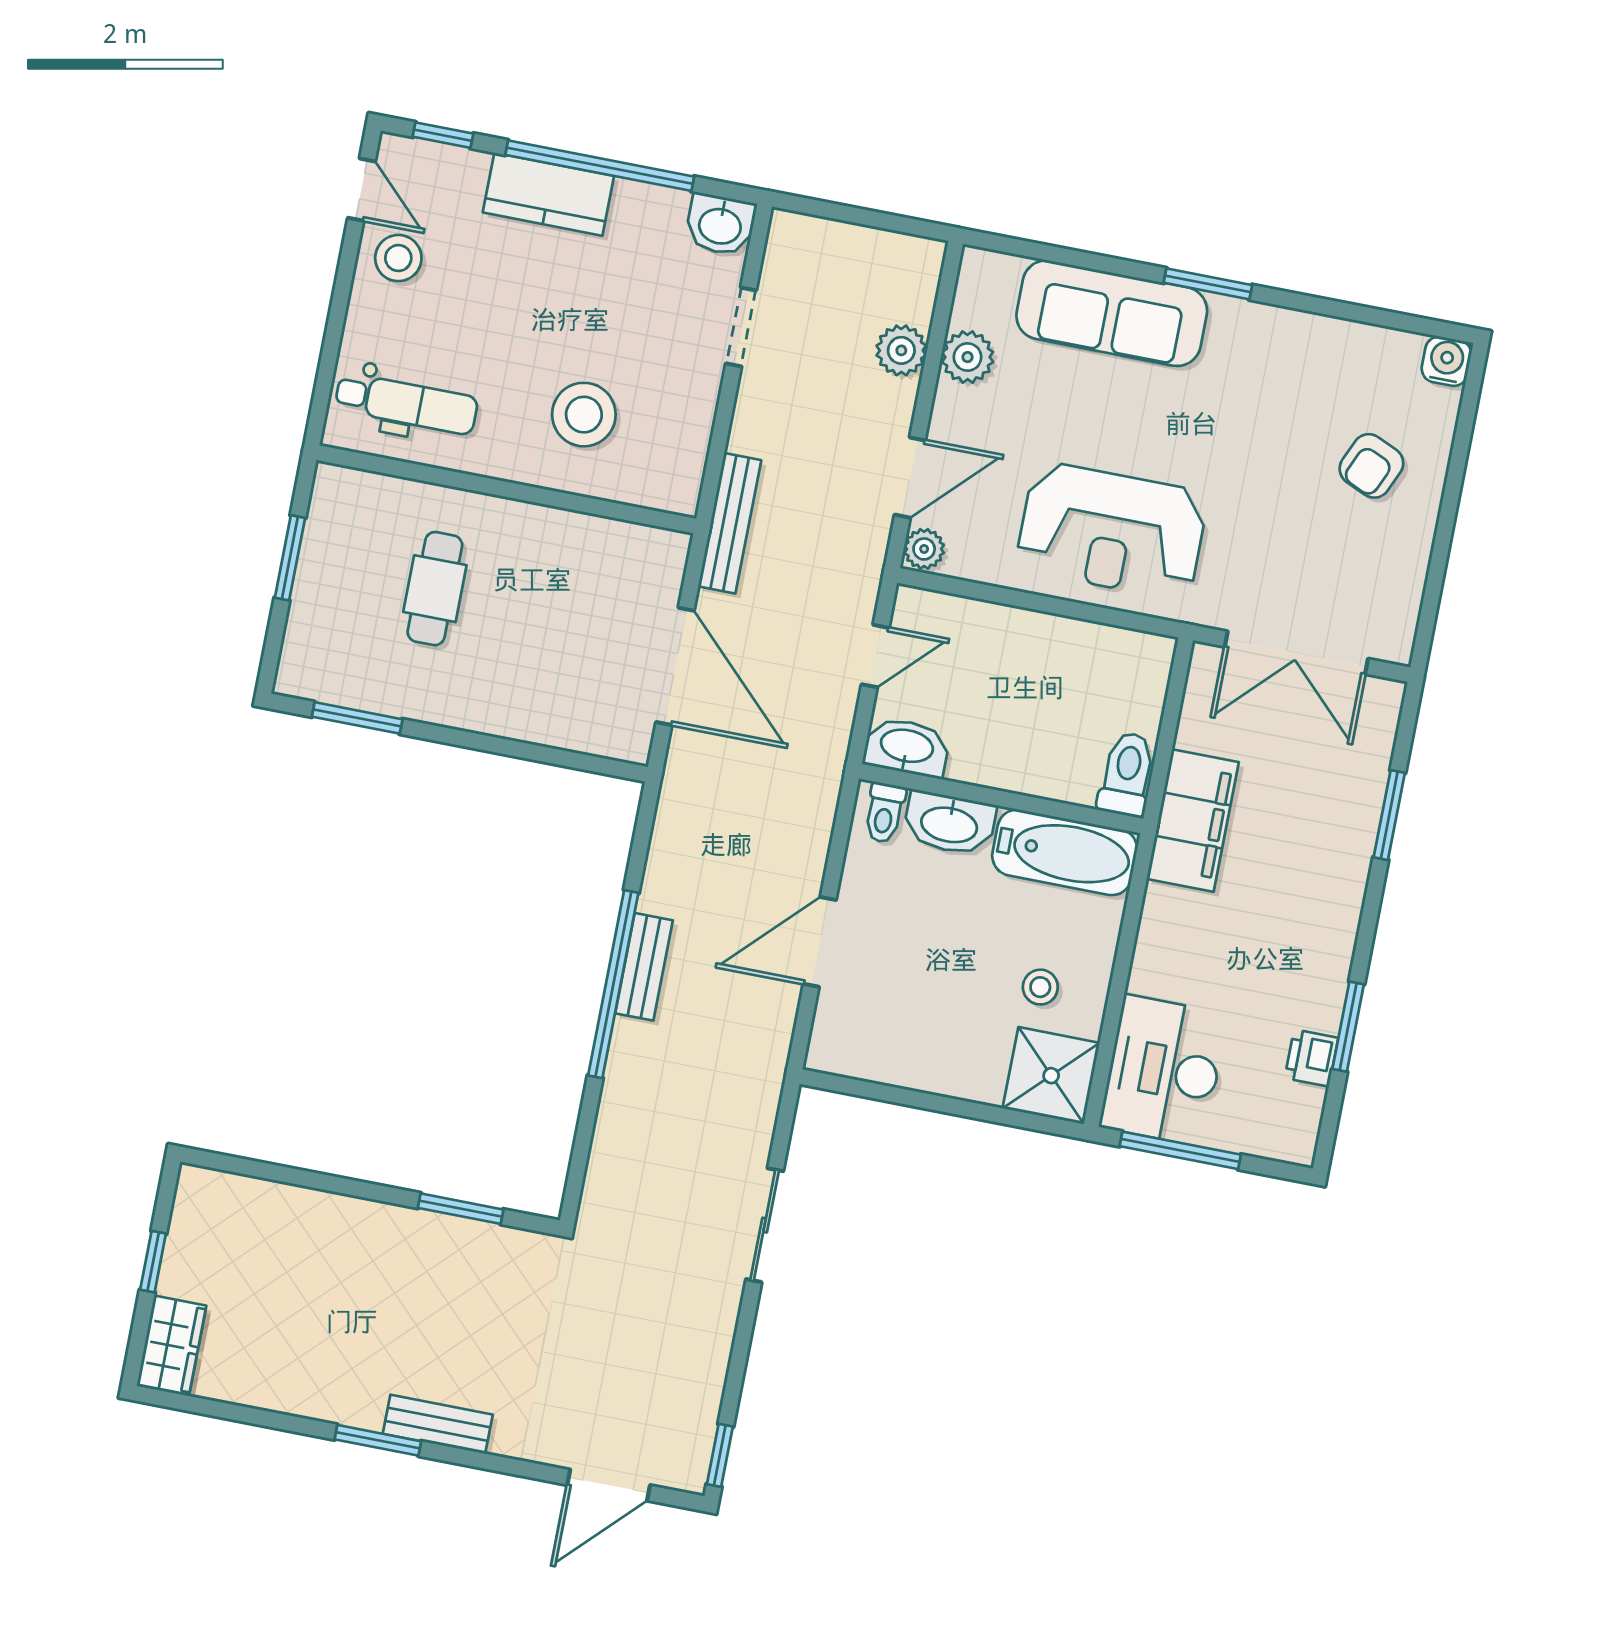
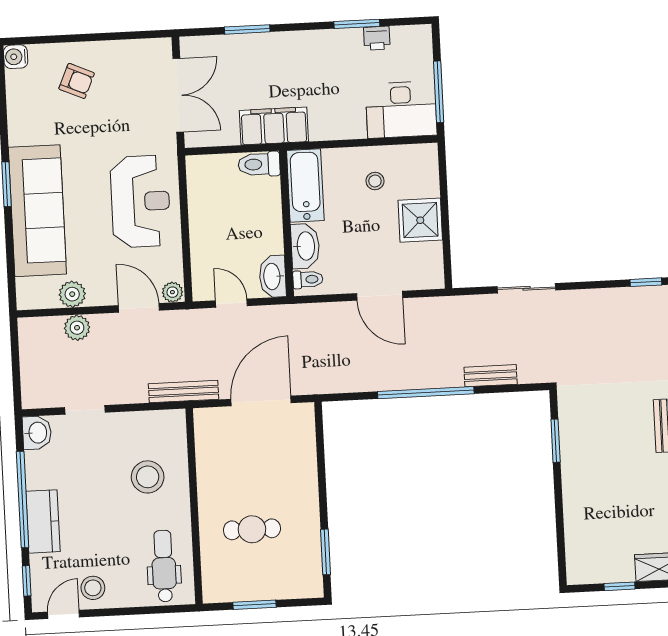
sofa: (1112, 313) -> (37, 211), width x1.36, depth x1.27
bench: (644, 967) -> (491, 376), moved
shower: (1051, 1076) -> (420, 220), moved

